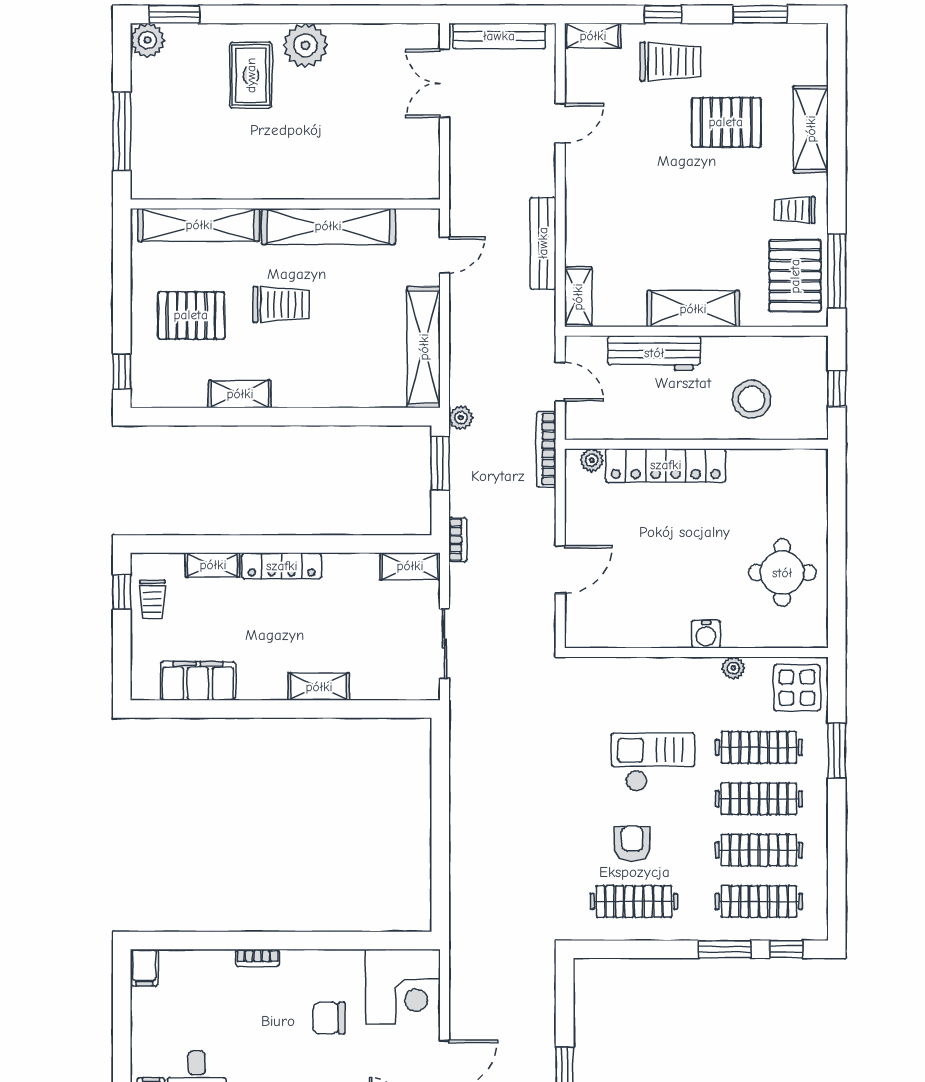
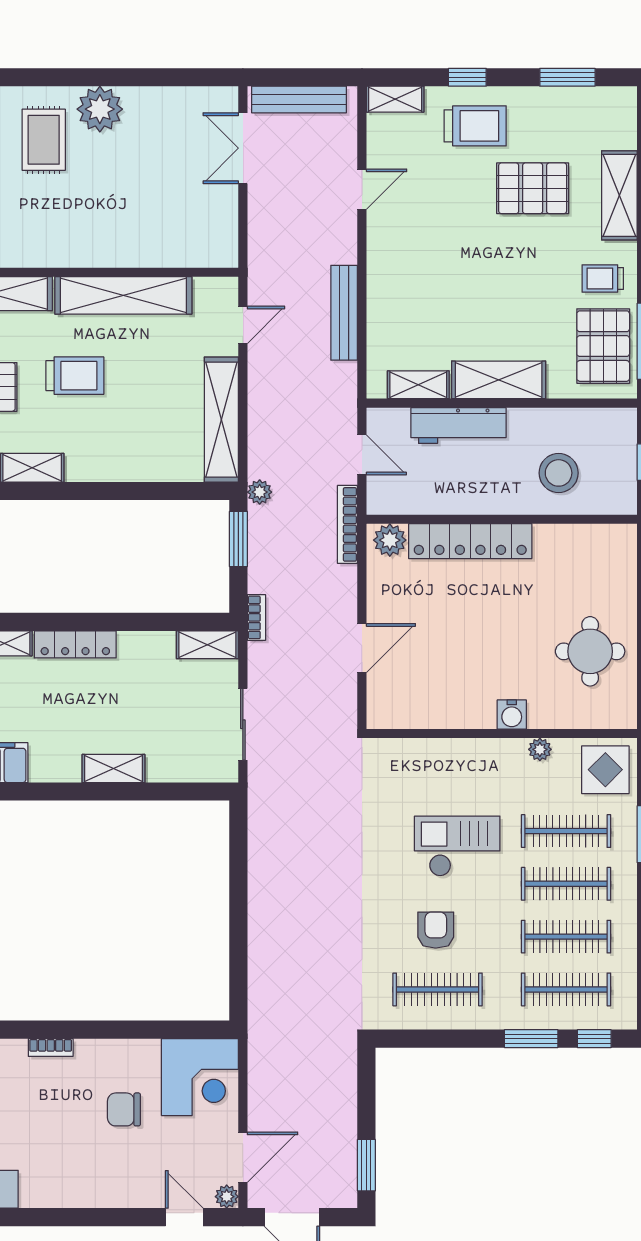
shelving: (578, 297) -> (418, 385), moved, turned 90
plant: (592, 460) -> (390, 540), width x1.38, depth x1.38

